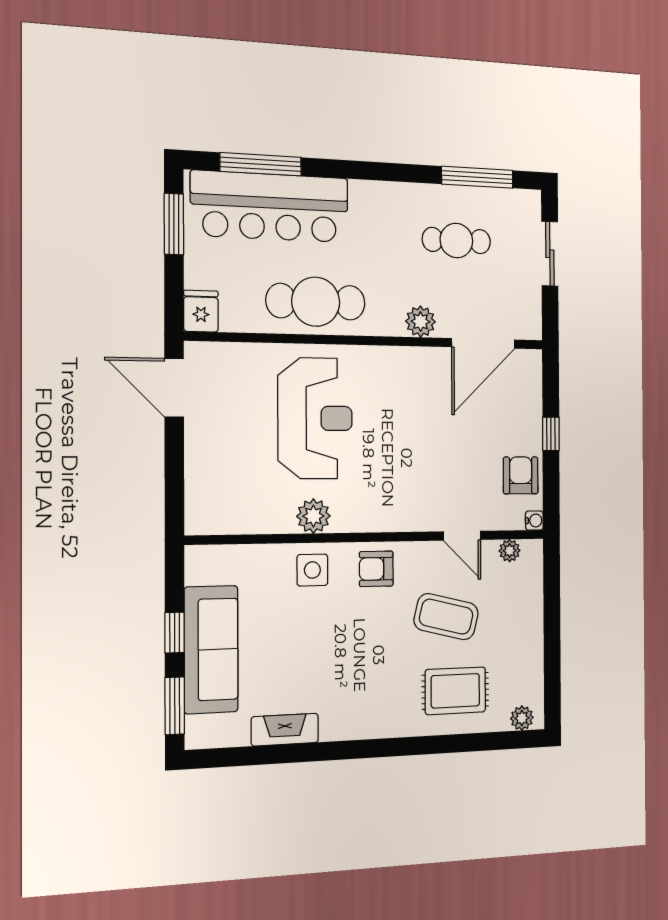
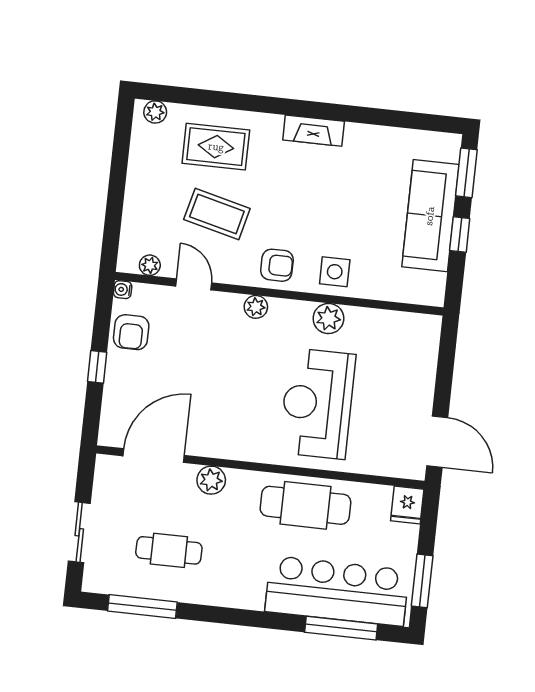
plant: (394, 519) -> (256, 307), added
fireplace: (285, 730) -> (314, 131), moved

